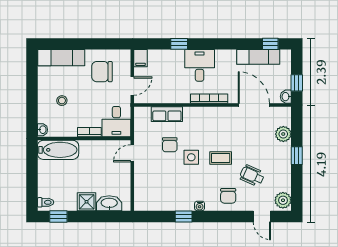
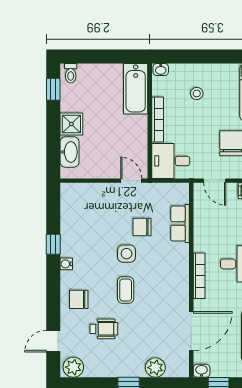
bookcase: (89, 132) -> (158, 119), width x1.56
wheelchair: (252, 176) -> (104, 329), turned 66

